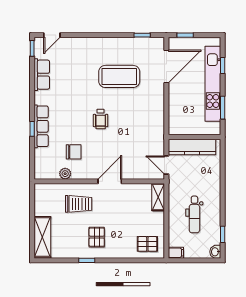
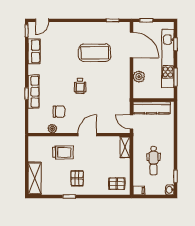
door: (166, 67) -> (131, 45), hinge flipped
plant: (176, 107) -> (139, 77), added

